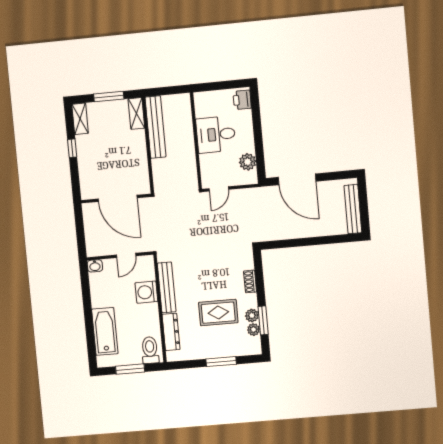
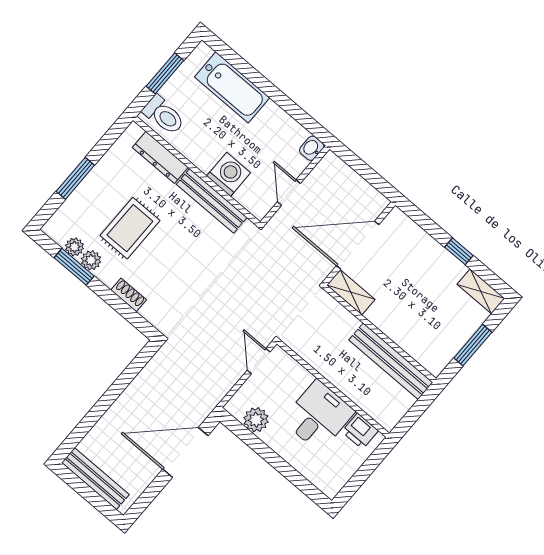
printer: (242, 100) -> (360, 431), moved, turned 180
shelving: (136, 113) -> (351, 292), moved

